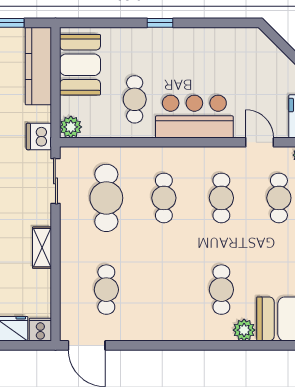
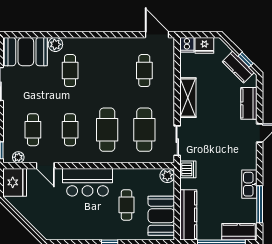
cafe table: (135, 99) -> (127, 205), moved
cafe table: (164, 198) -> (107, 130), width x1.37, depth x1.35
shelving: (42, 248) -> (188, 98), width x1.50, depth x1.33

